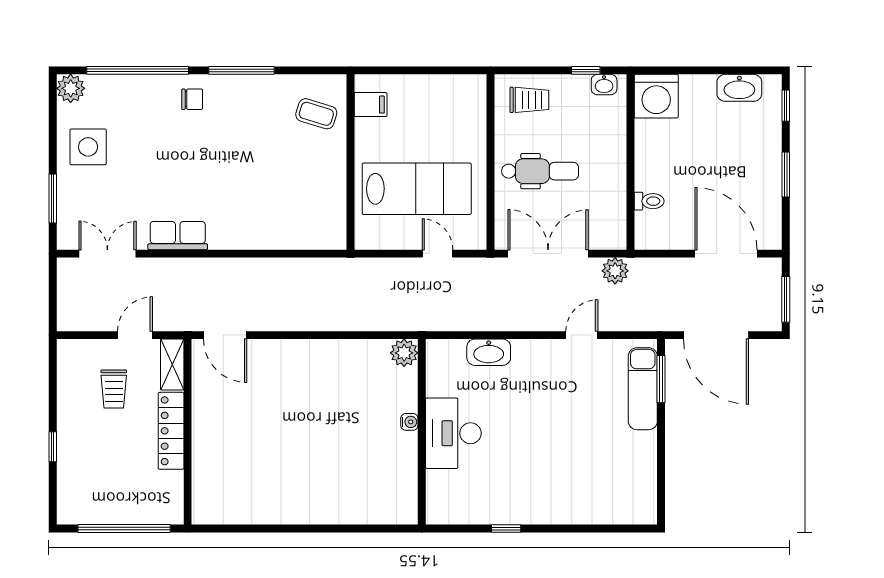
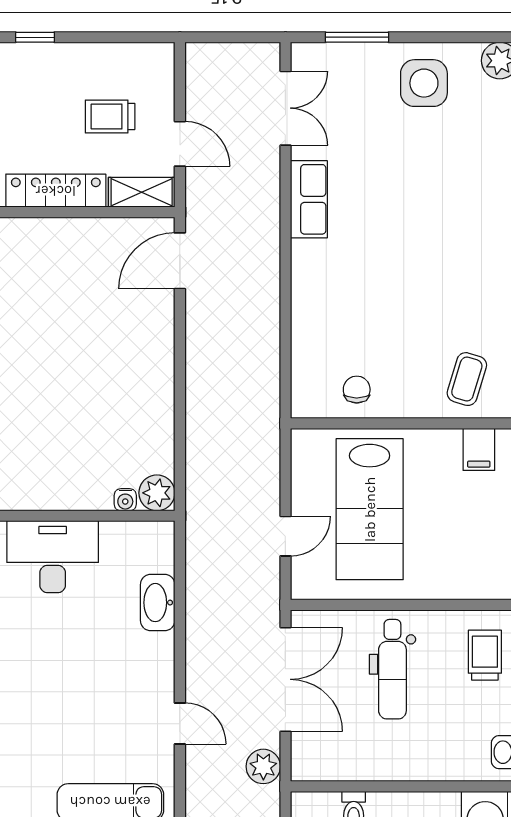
chair: (192, 99) -> (357, 390), moved, turned 180
trolley: (529, 100) -> (485, 655), turned 180
water cooler: (409, 422) -> (125, 500), moved

